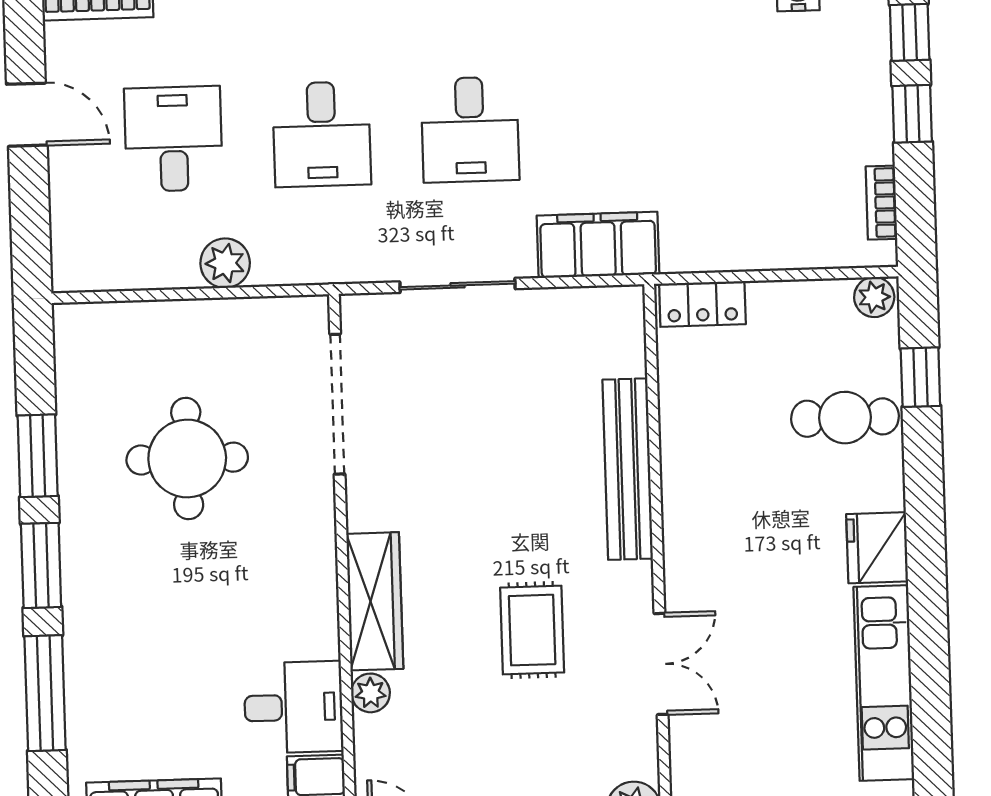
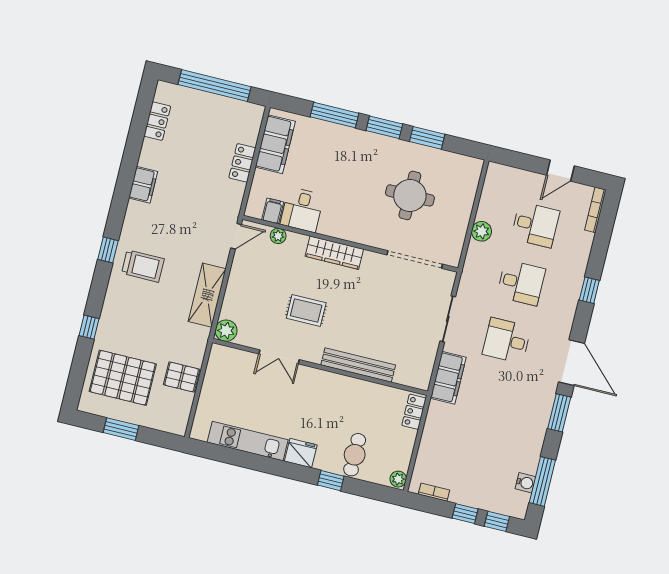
desk: (322, 134) -> (521, 283), turned 180
window: (920, 377) -> (331, 481), moved
plant: (371, 693) -> (278, 236), moved

